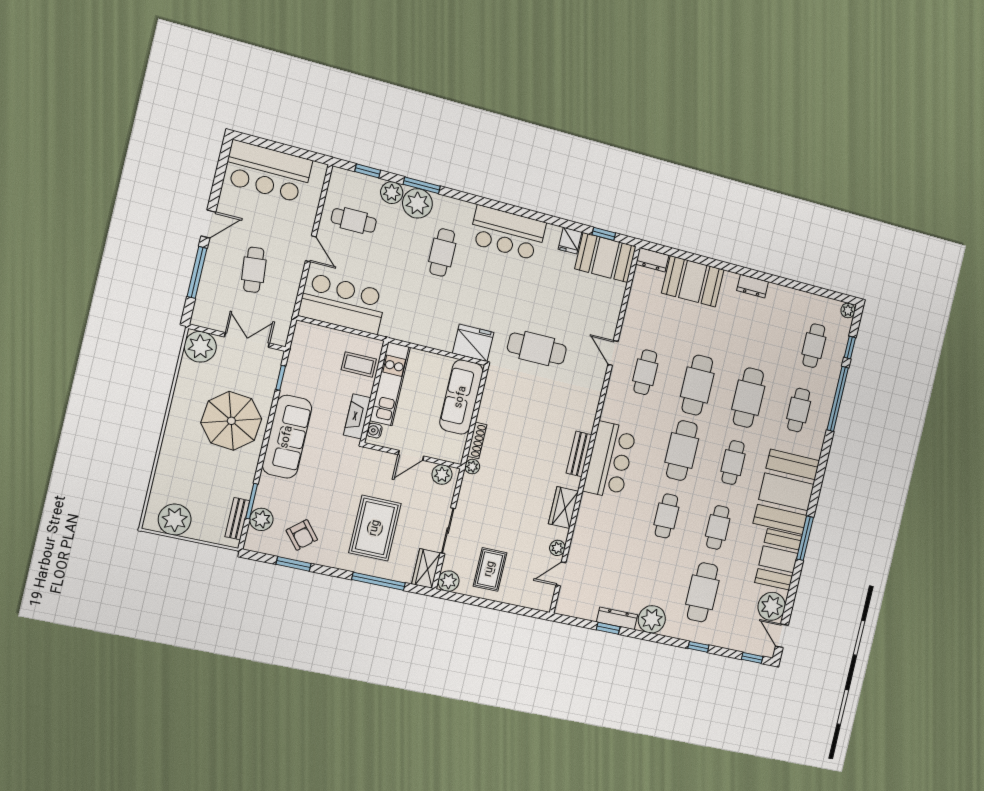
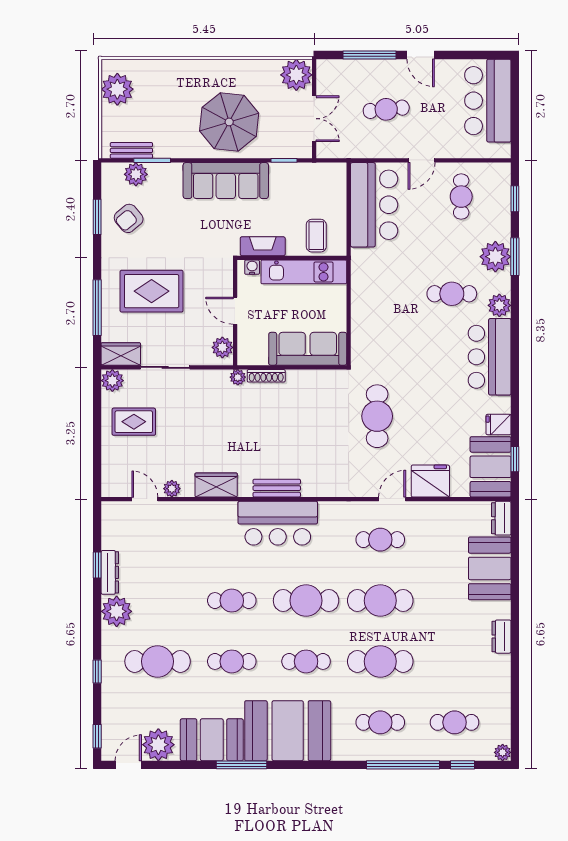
plant: (392, 193) -> (499, 305), moved
fridge: (473, 343) -> (430, 481), moved, turned -90

